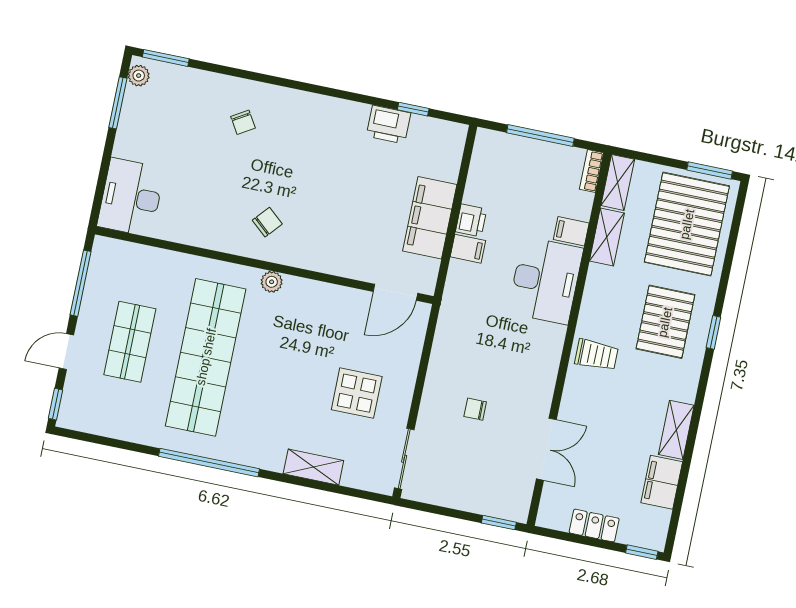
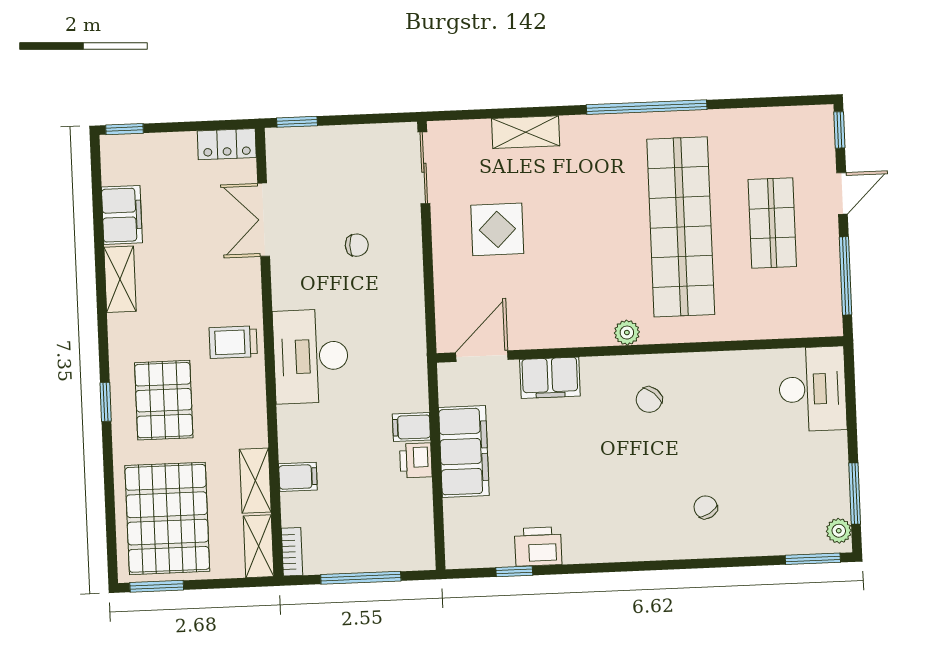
filing cabinet: (344, 261) -> (550, 378), added
desk: (545, 280) -> (311, 356), moved
locker: (594, 526) -> (227, 144), moved

